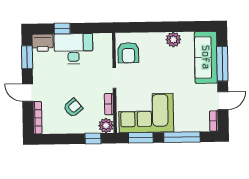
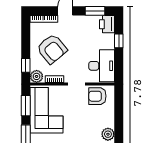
desk: (73, 49) -> (102, 66), moved
armchair: (73, 108) -> (52, 49), width x1.88, depth x1.88

